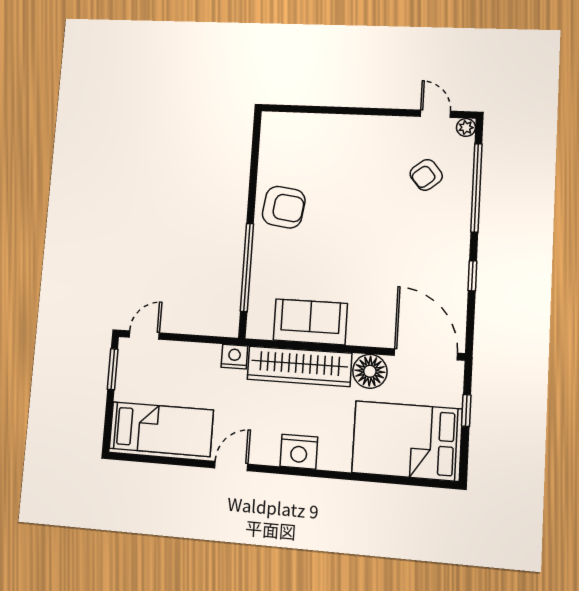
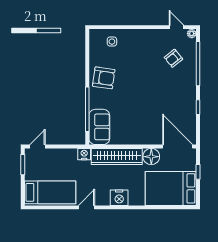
side table: (305, 137) -> (112, 42), added
sofa: (310, 322) -> (99, 127), moved, turned 90

